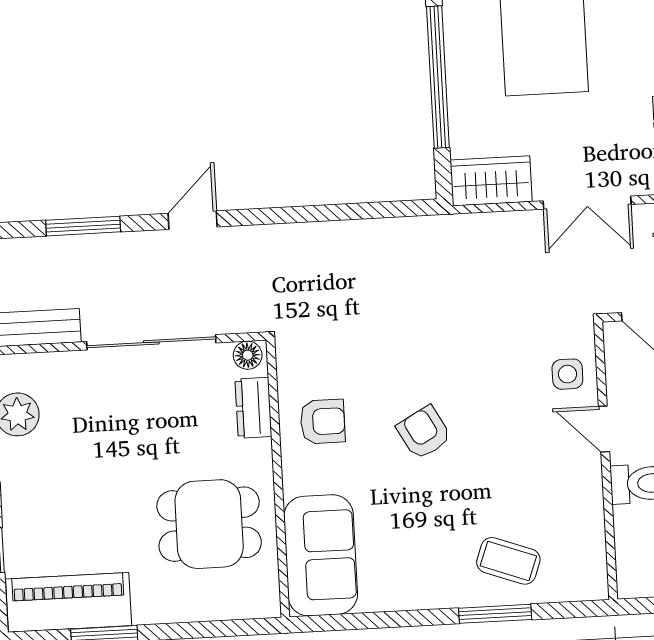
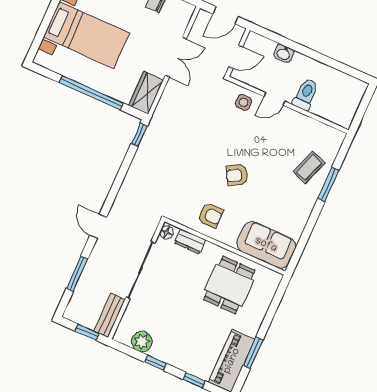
window: (405, 209) -> (139, 135), added
armchair: (323, 421) -> (211, 215), turned 90

